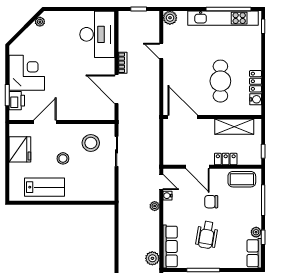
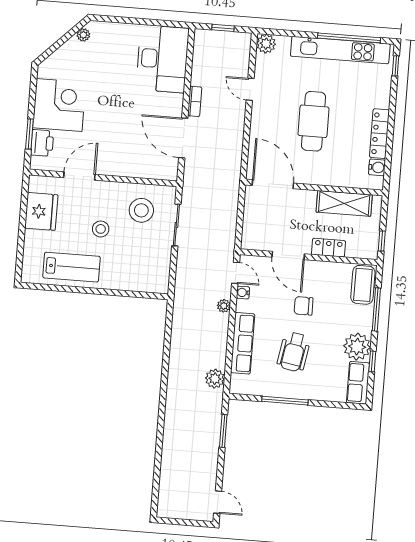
cafe table: (220, 81) -> (313, 121), moved
locker: (255, 81) -> (379, 134), width x1.53
coffee table: (242, 179) -> (363, 285), moved, turned 90
plant: (256, 232) -> (357, 347), width x1.88, depth x1.88
row of seats: (170, 246) -> (243, 343), moved

